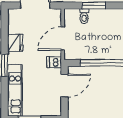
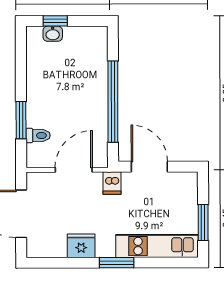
door: (63, 38) -> (74, 170), swing flipped

